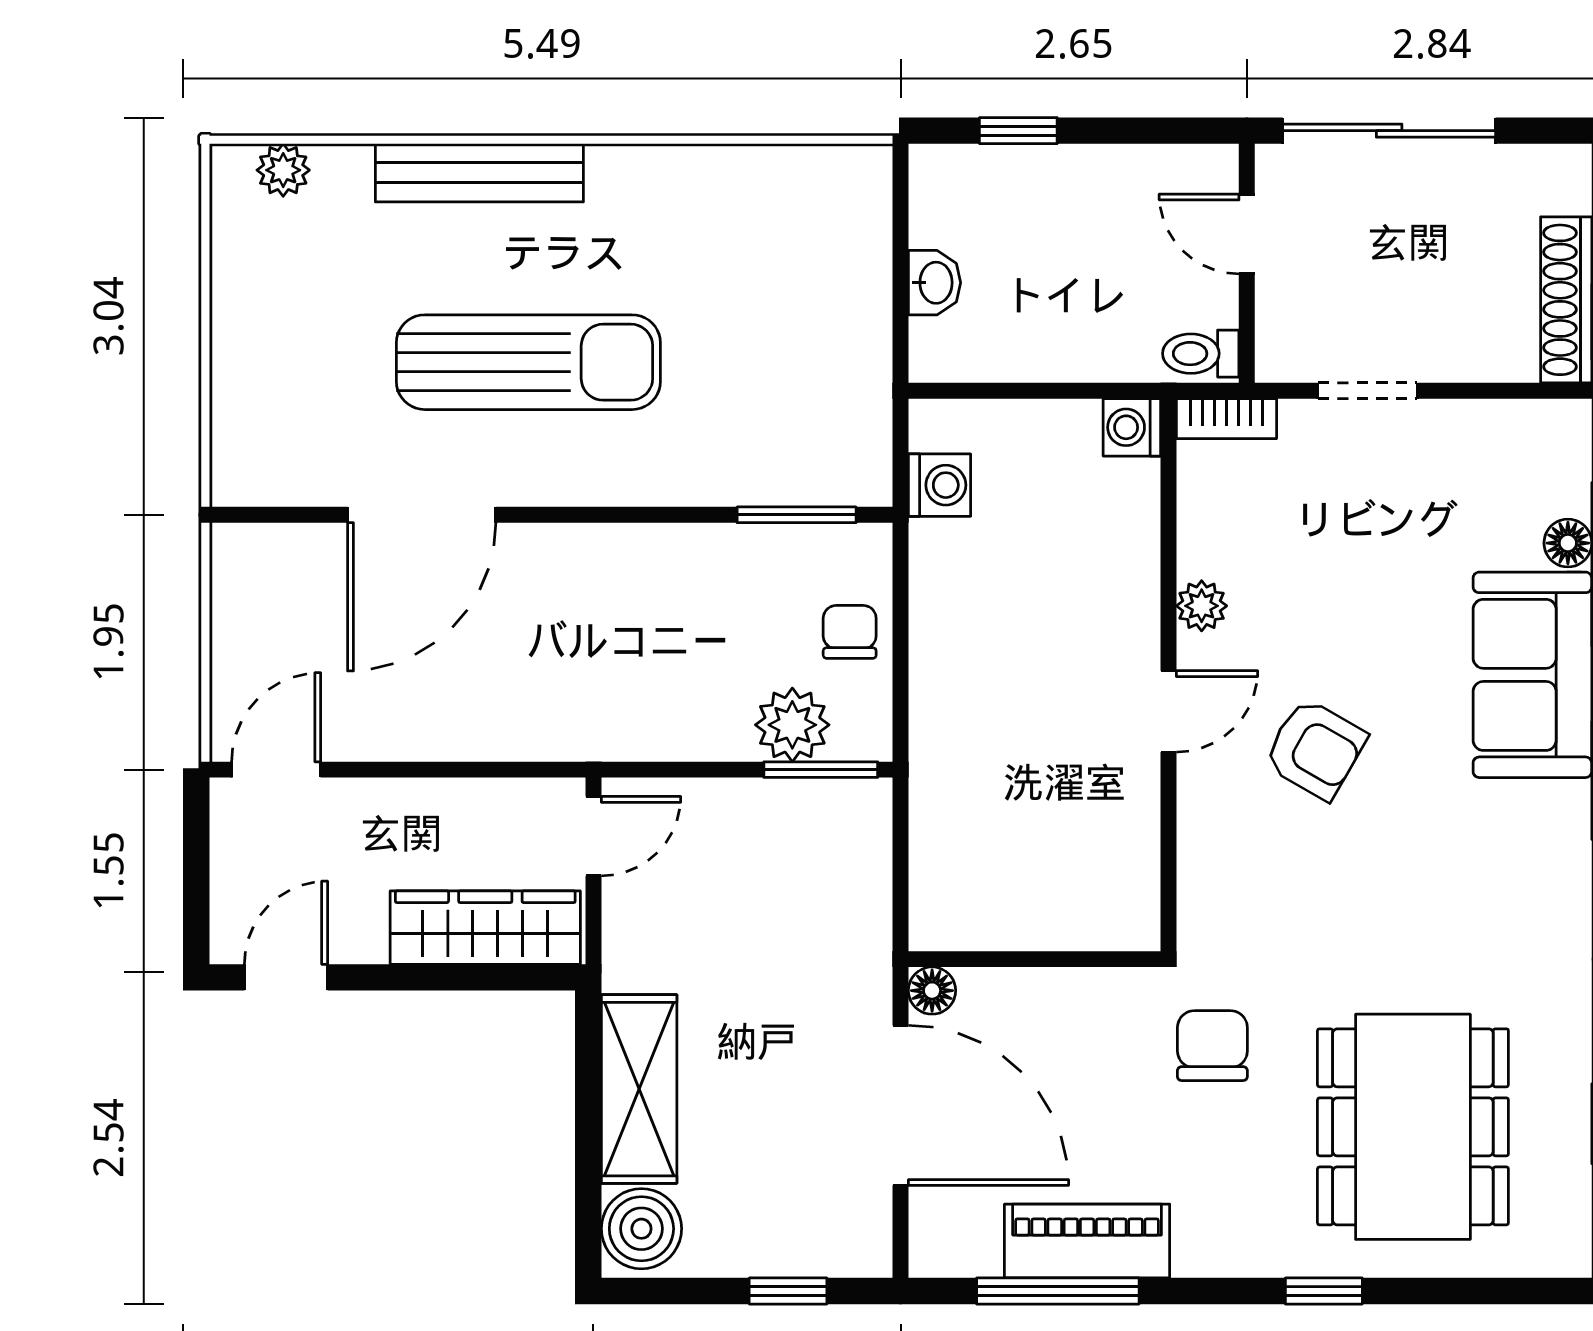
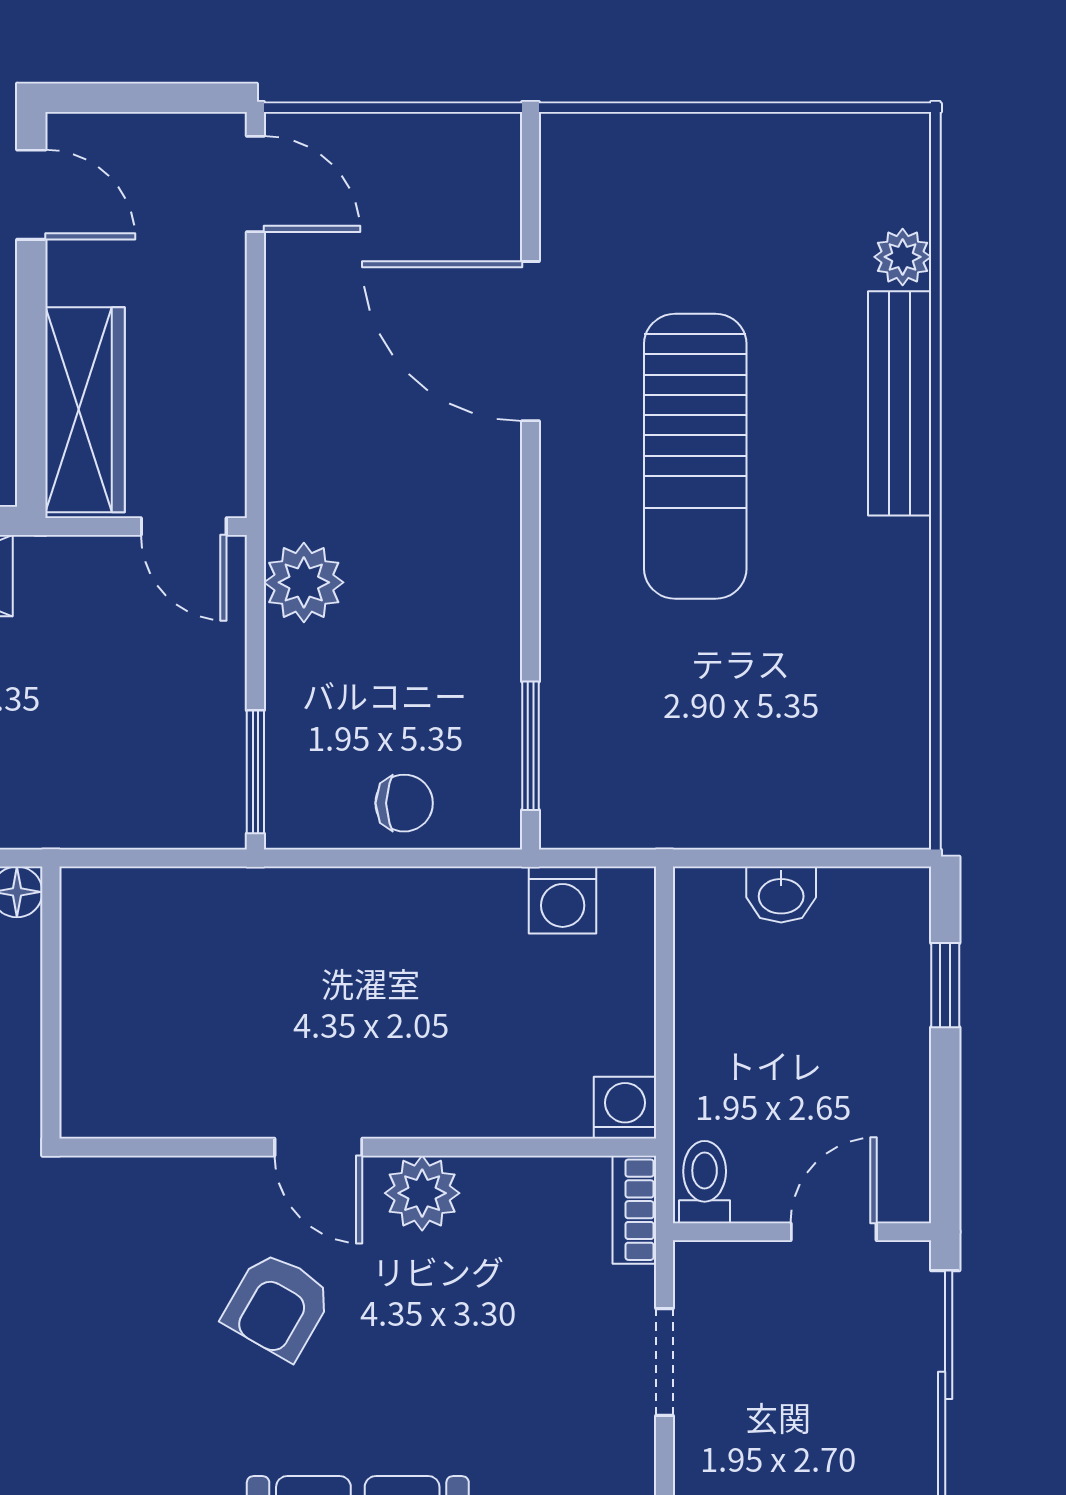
plant: (283, 170) -> (903, 257), moved
plant: (1202, 606) -> (422, 1193), width x1.38, depth x1.38
plant: (792, 725) -> (304, 582), moved

